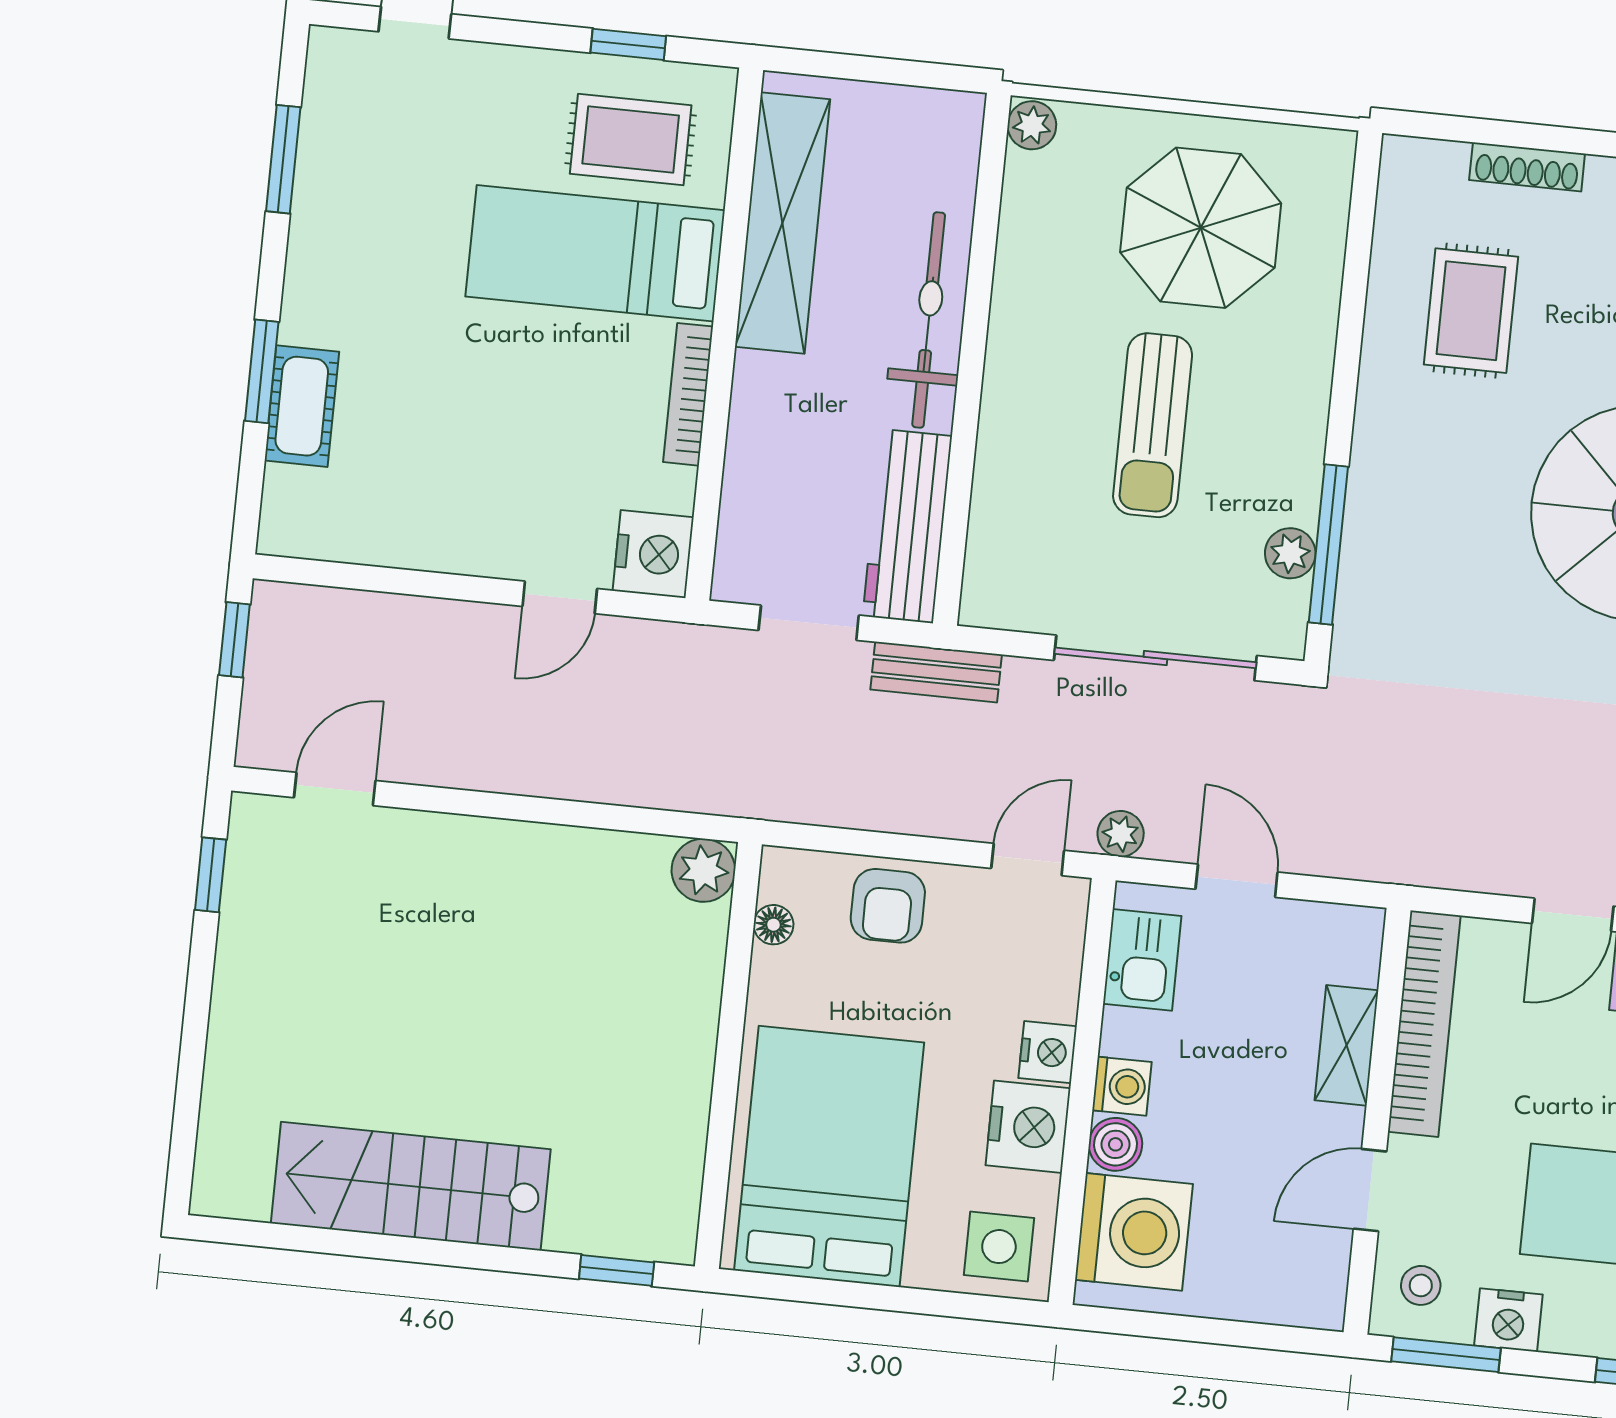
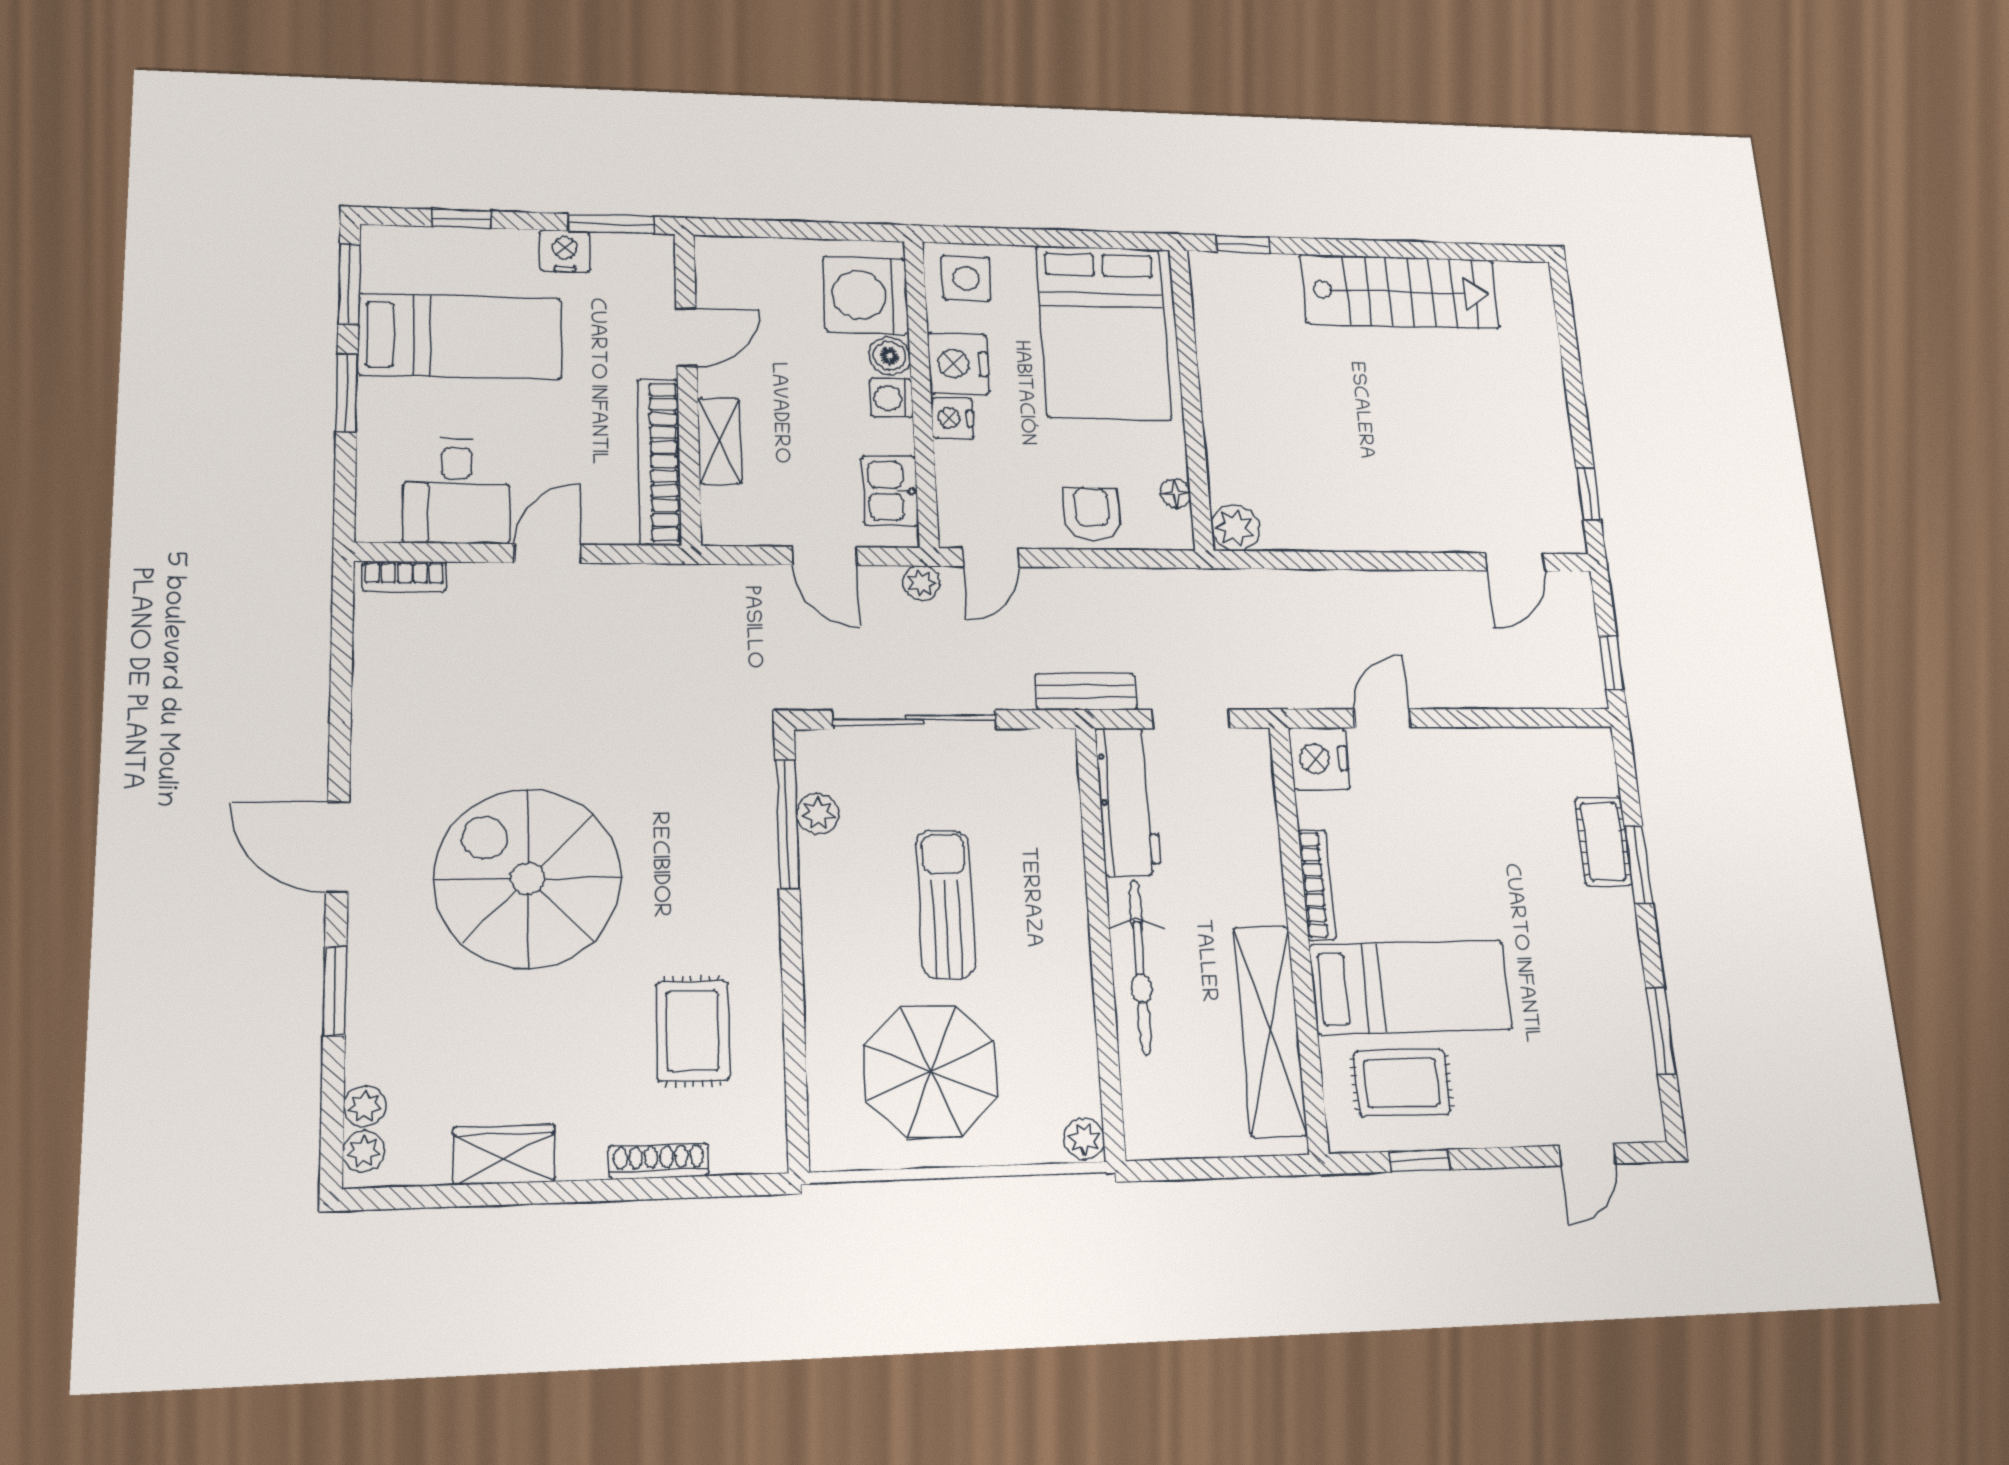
stool: (1421, 1285) -> (637, 271), removed

